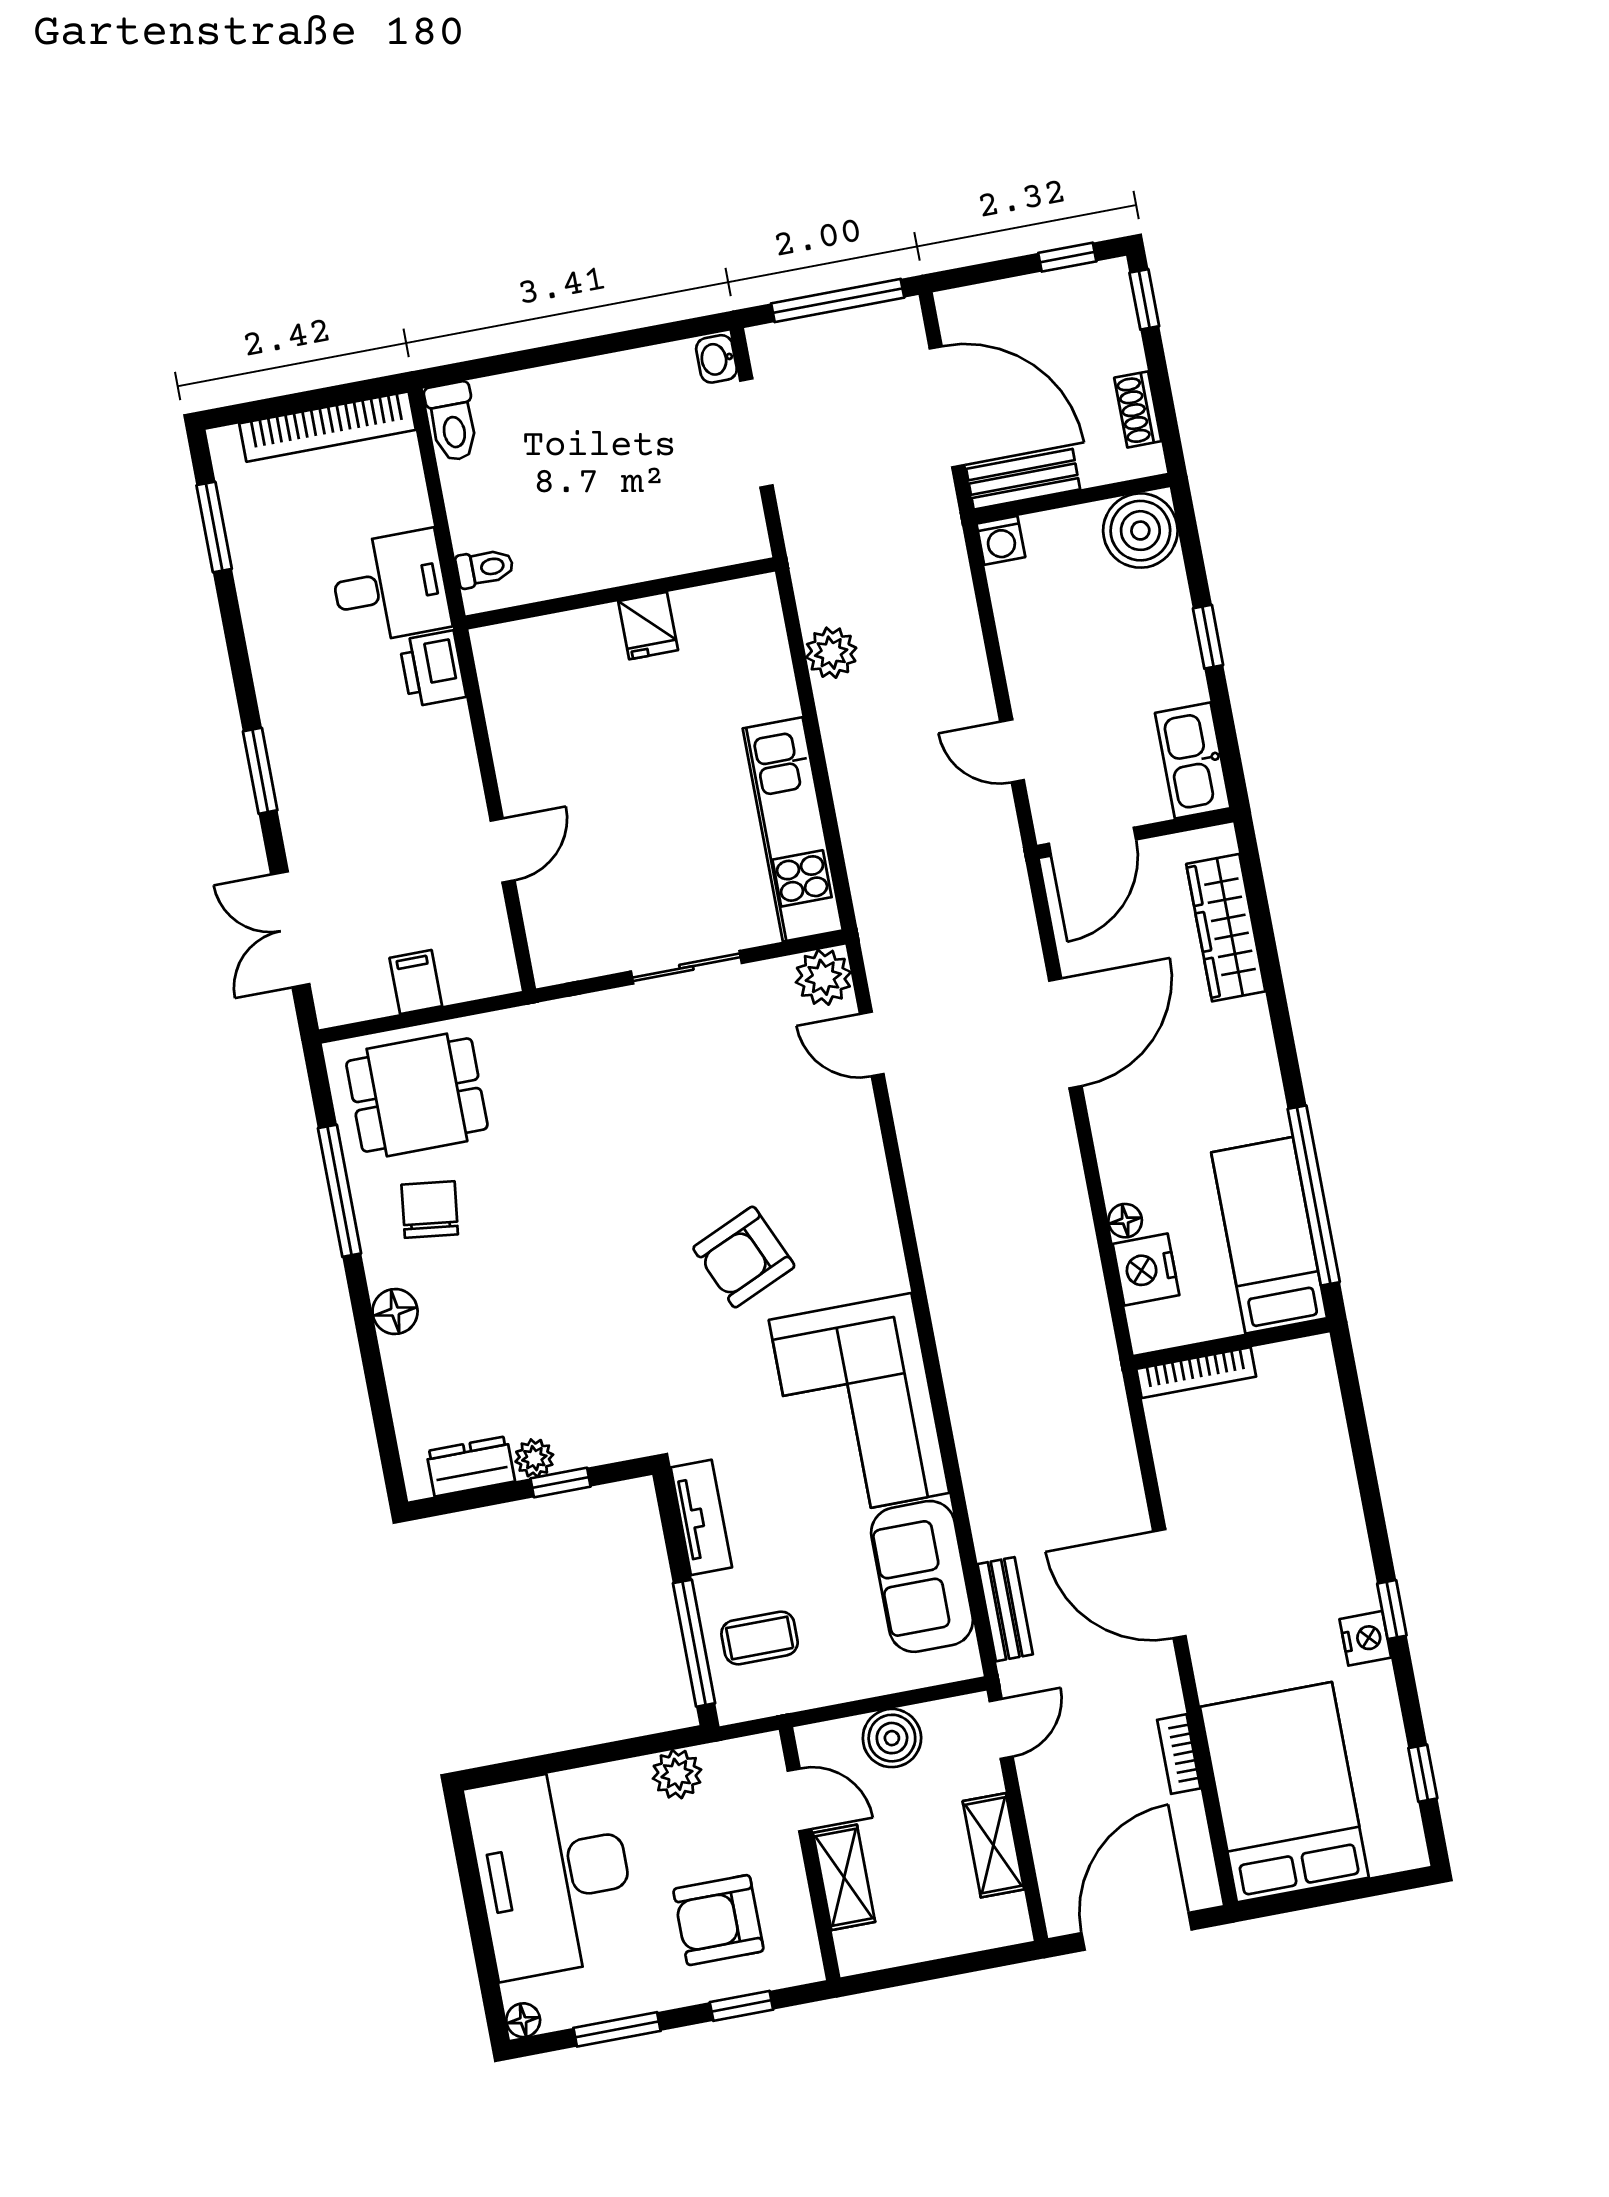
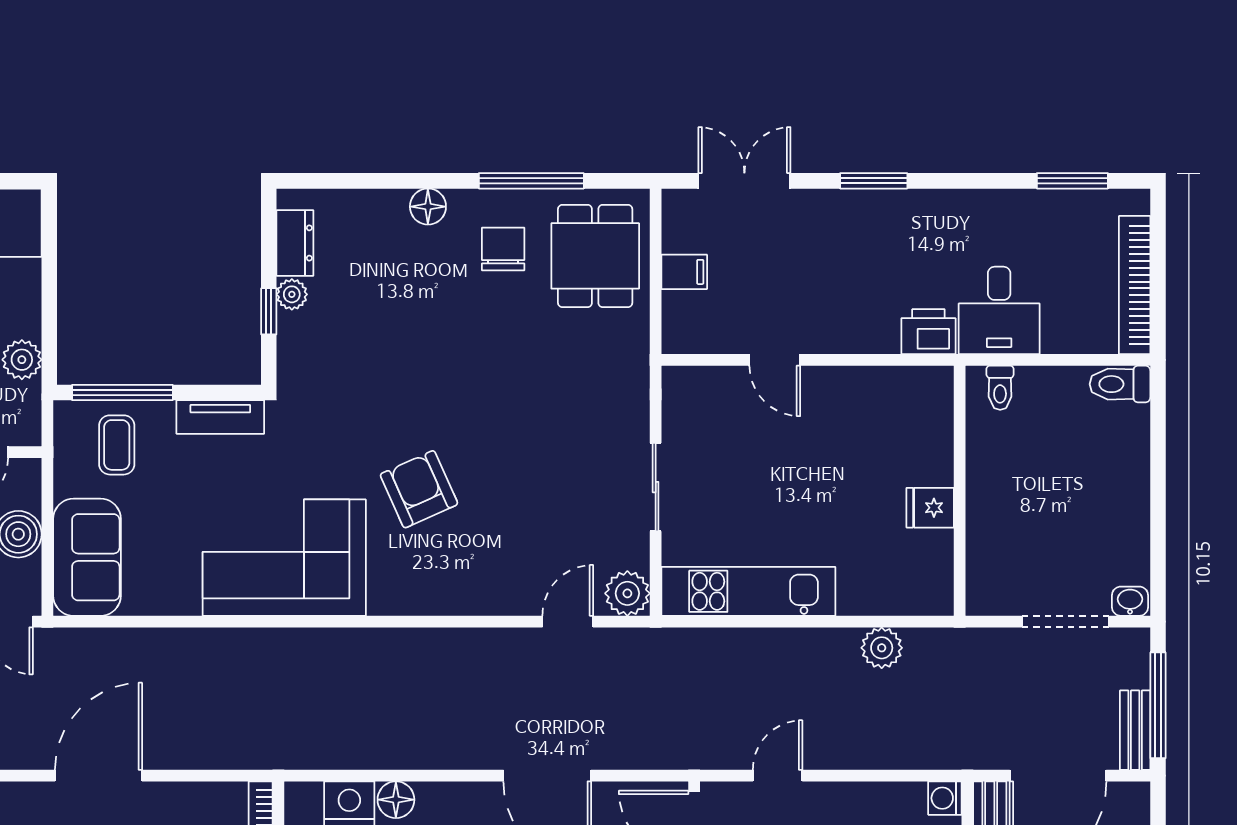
chair: (430, 1209) -> (503, 249), turned -97
floor lamp: (1125, 1221) -> (396, 800), width x1.37, depth x1.37
sofa: (922, 1576) -> (87, 557), moved, turned 90
bench: (1005, 1609) -> (1135, 730), moved, turned 90

